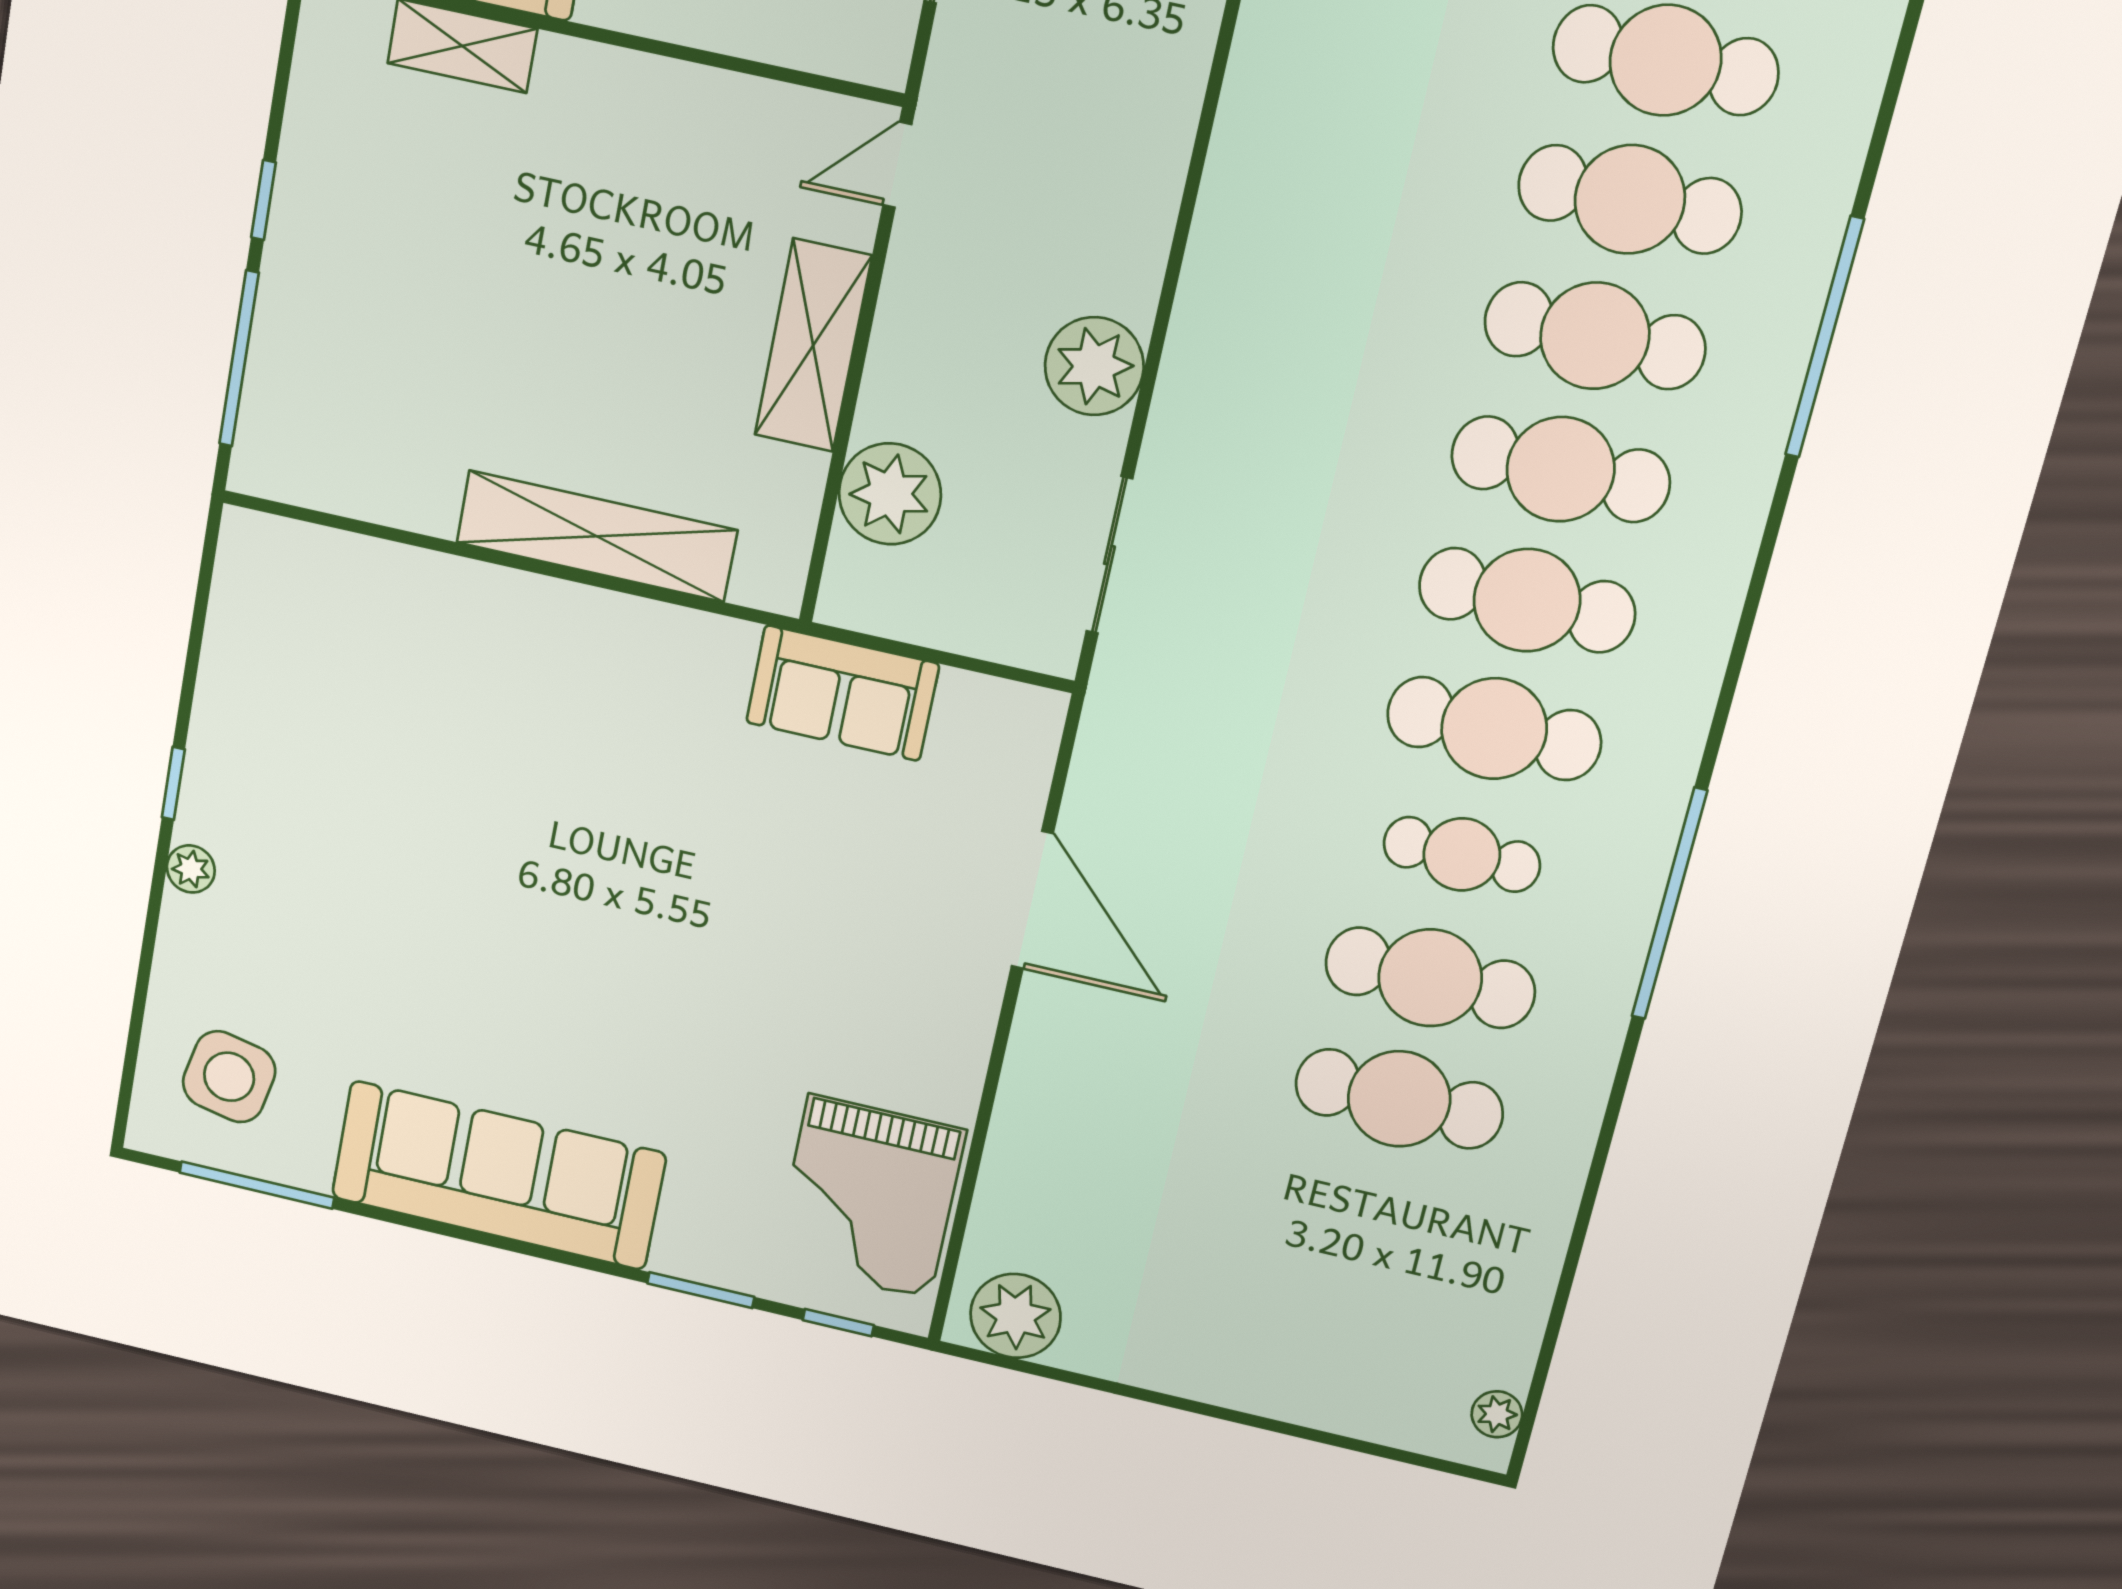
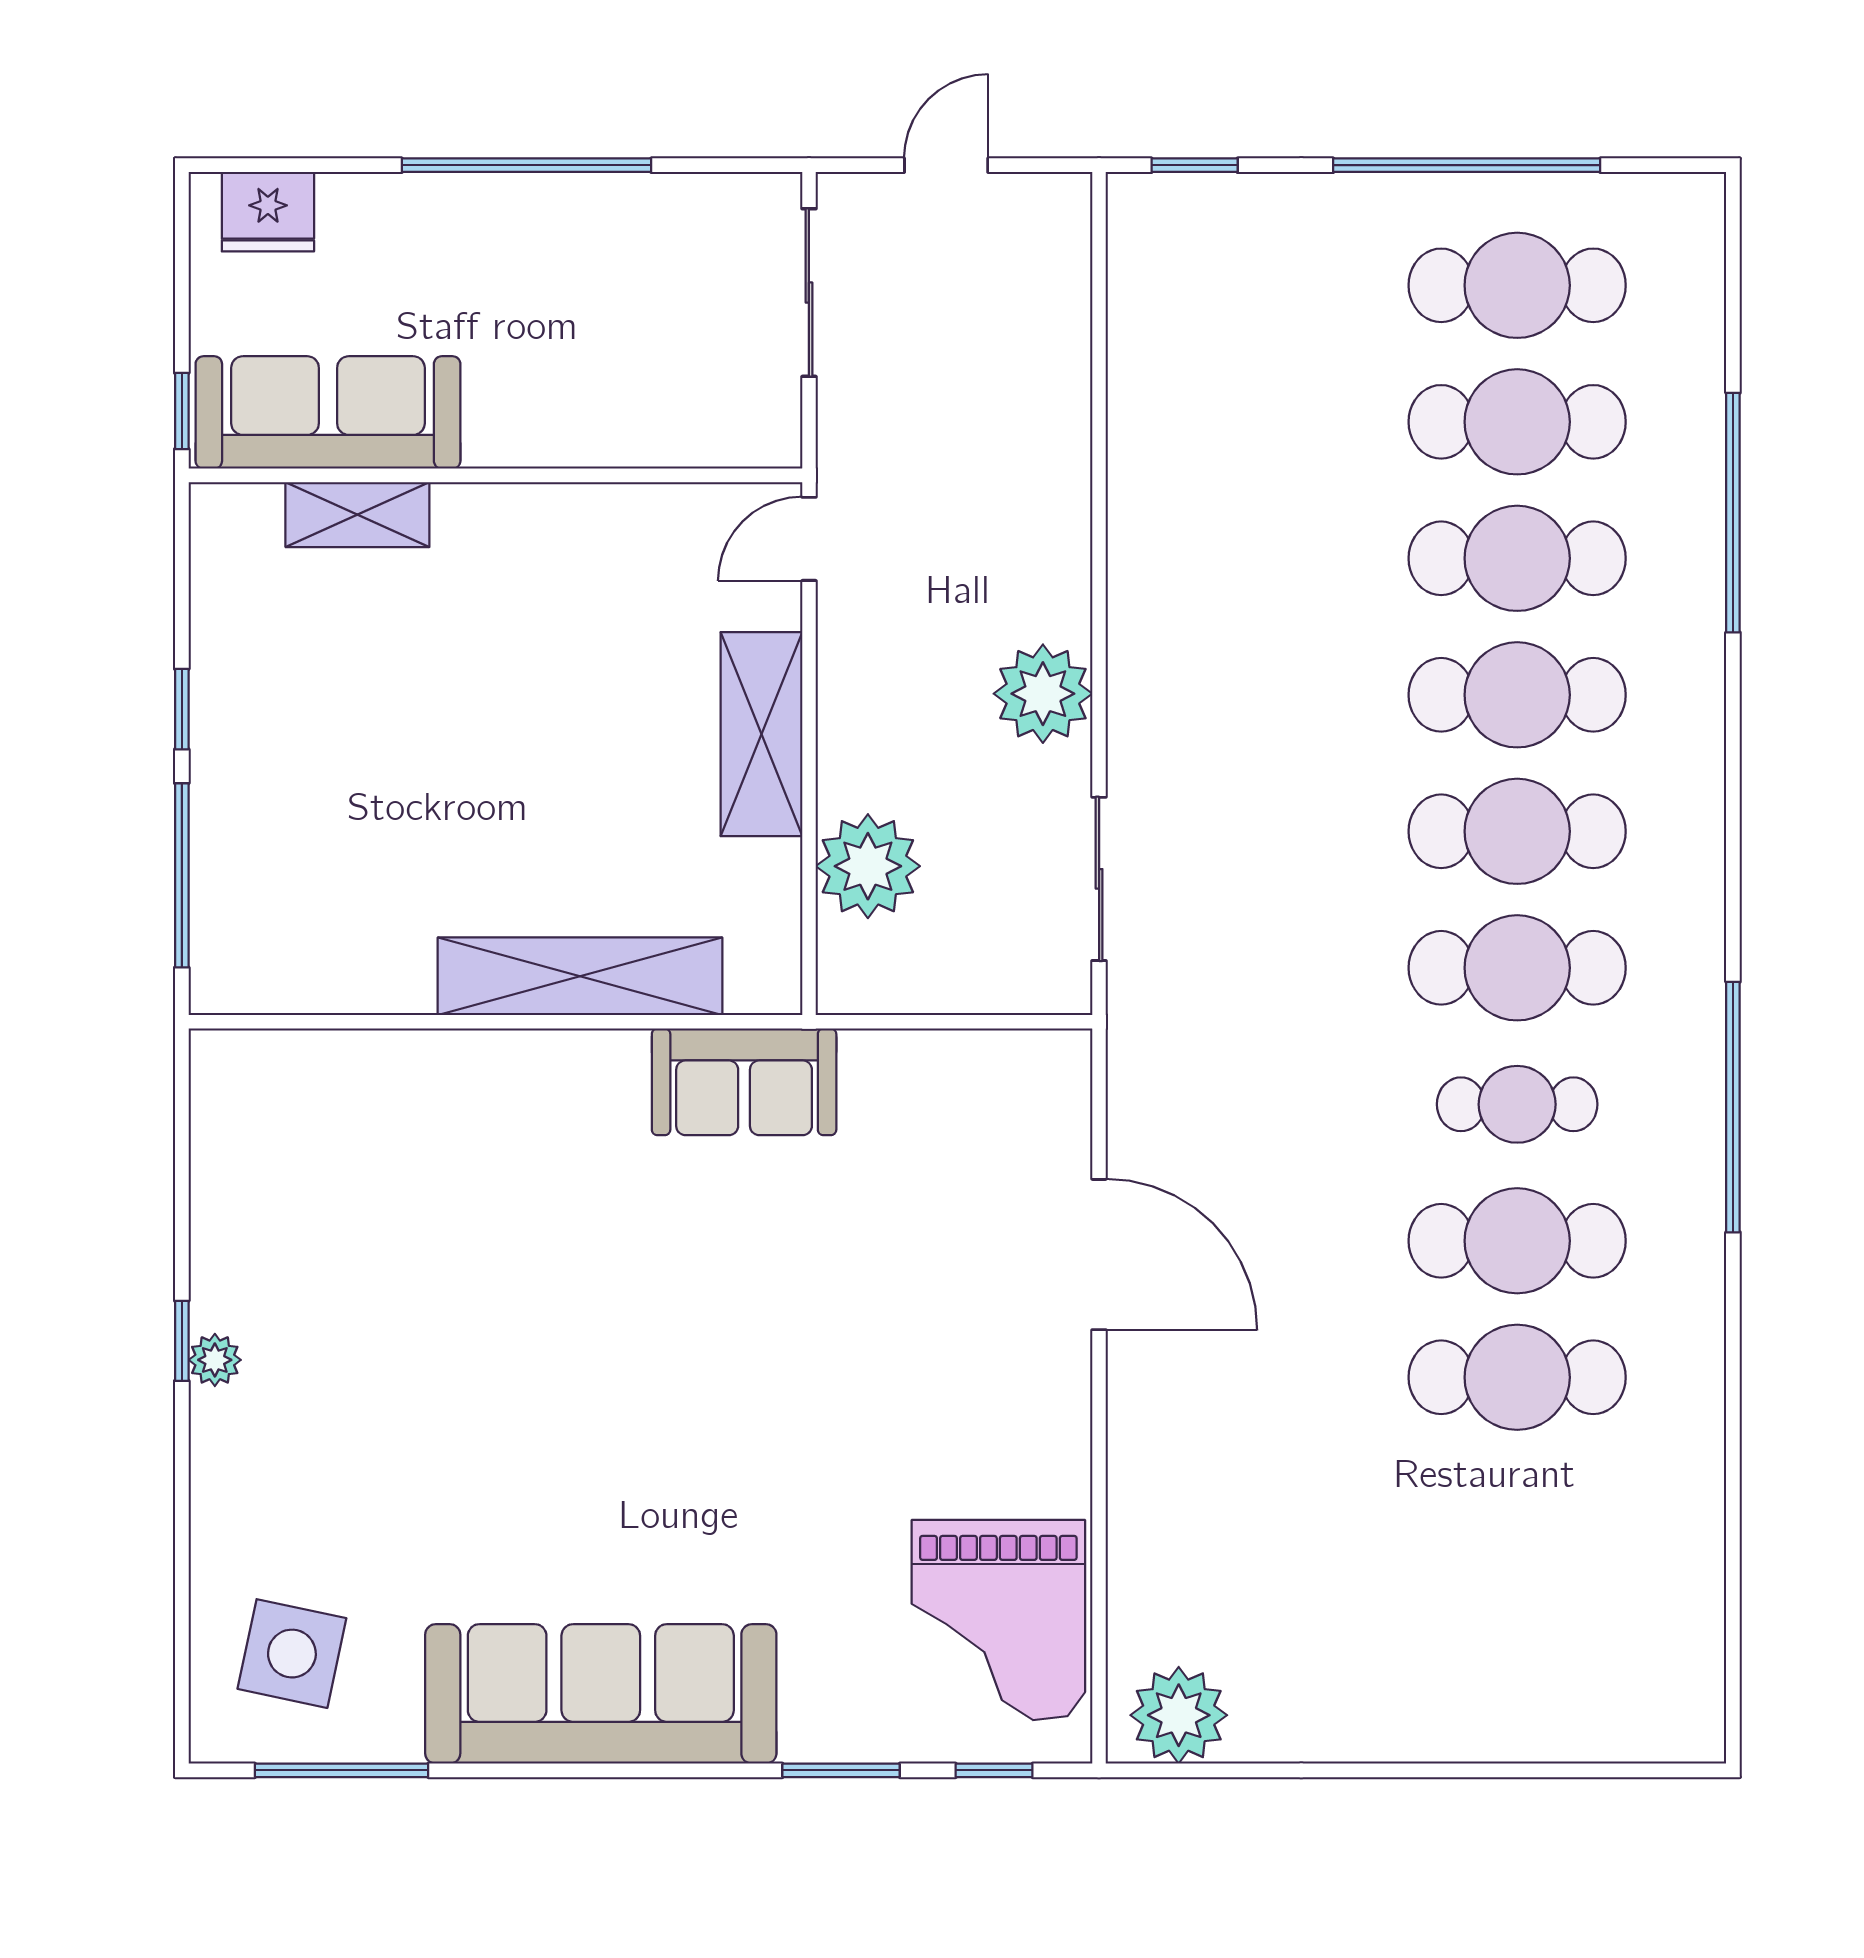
sofa: (843, 693) -> (744, 1082), moved
plant: (191, 869) -> (215, 1360), moved
plant: (1497, 1414) -> (1700, 1698), removed

